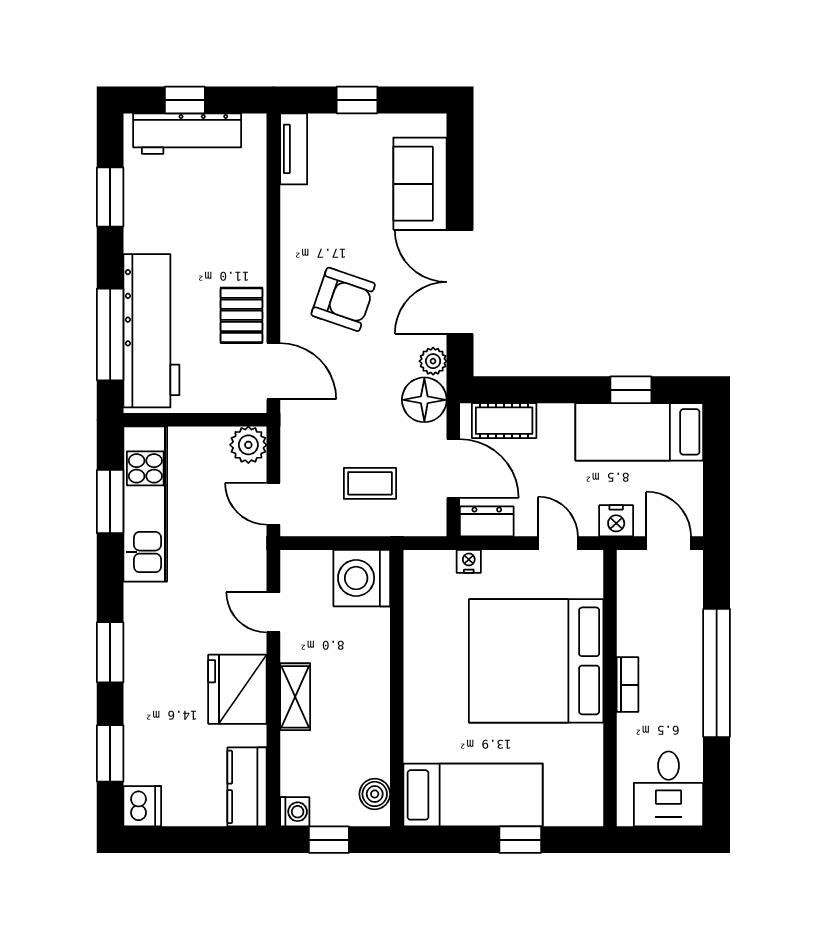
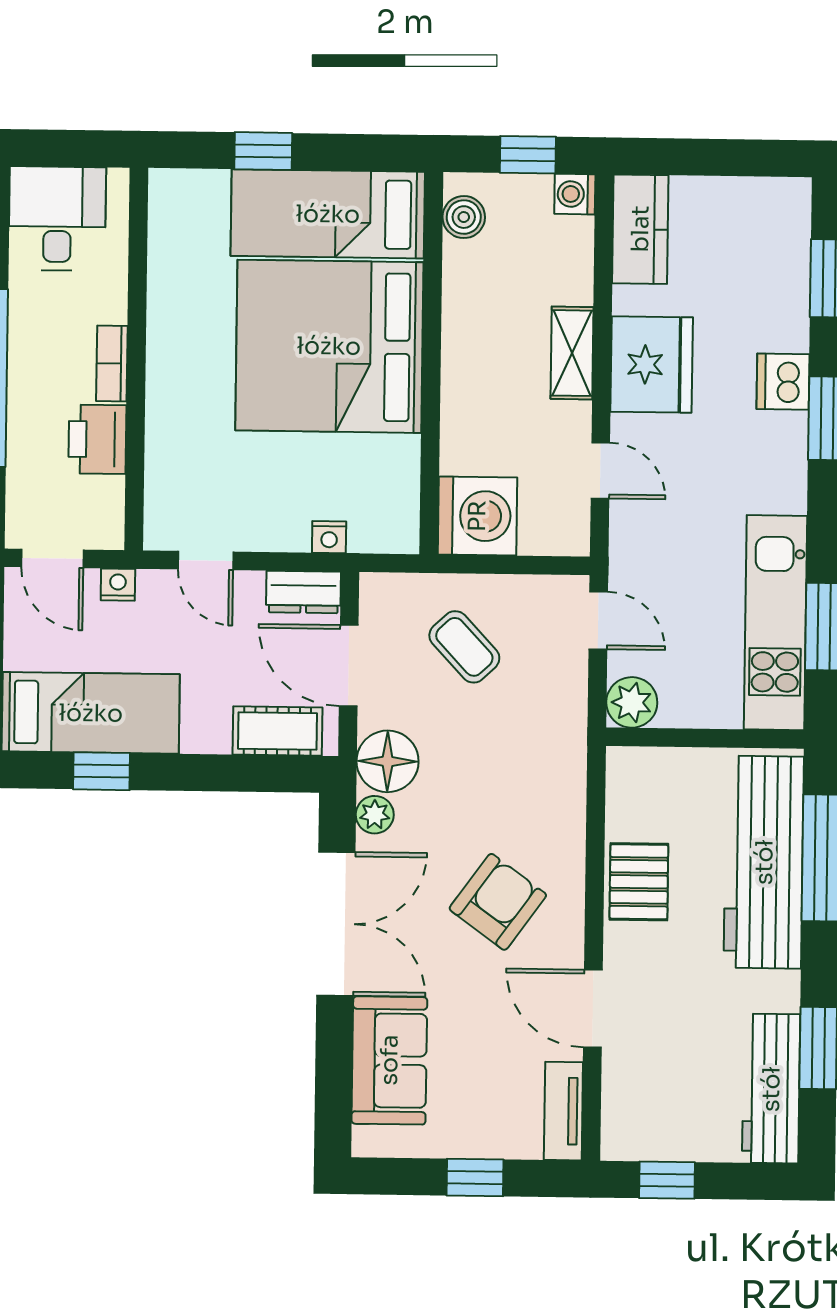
window: (185, 100) -> (667, 1180), moved
workbench: (187, 134) -> (771, 1089), moved, turned -90
armchair: (343, 299) -> (498, 902), turned 107
door: (273, 371) -> (593, 1009), moved
coffee table: (370, 483) -> (464, 647), turned 47
nightstand: (616, 521) -> (118, 585), width x0.72, depth x0.74
printer: (637, 630) -> (97, 439), added
bed: (536, 661) -> (329, 346), moved, turned 180
dishwasher: (142, 806) -> (783, 382), moved

